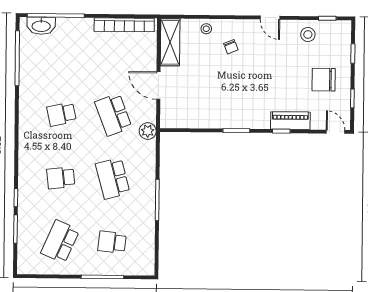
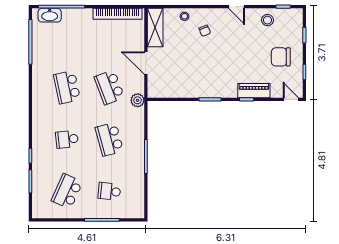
school desk: (61, 114) -> (67, 87), width x1.85

